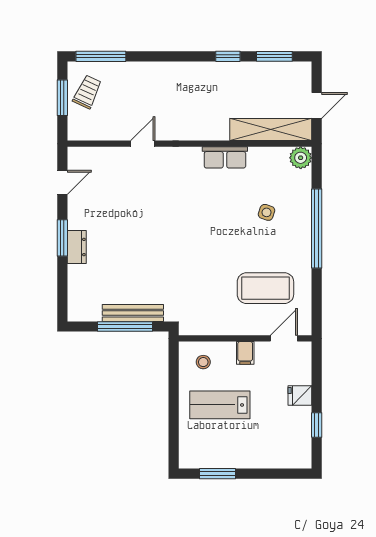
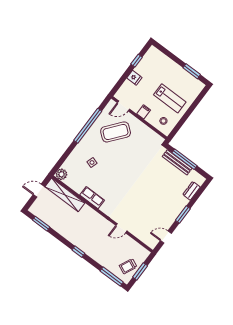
window: (228, 56) -> (78, 252), moved
window: (317, 229) -> (88, 126), moved
dresser: (77, 247) -> (192, 191), moved
coffee table: (265, 288) -> (116, 132), turned -51

